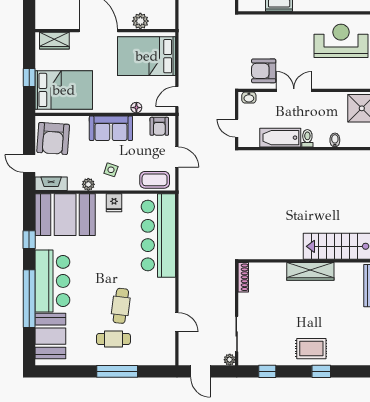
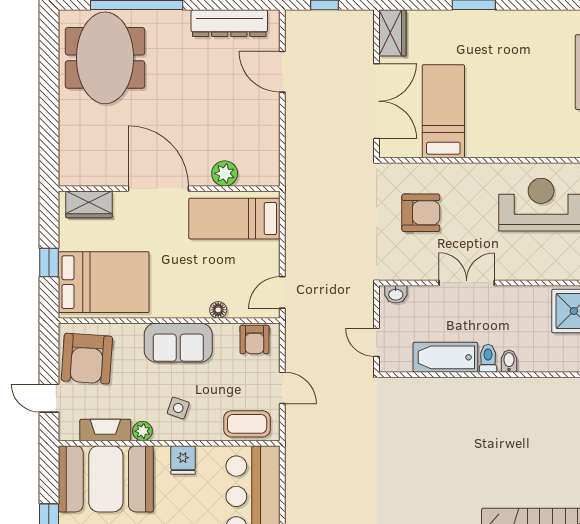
bed: (147, 56) -> (234, 219), width x0.67
armchair: (264, 71) -> (421, 213), moved, turned 180
bidet: (335, 140) -> (509, 361), moved
fireplace: (51, 184) -> (105, 430), moved

